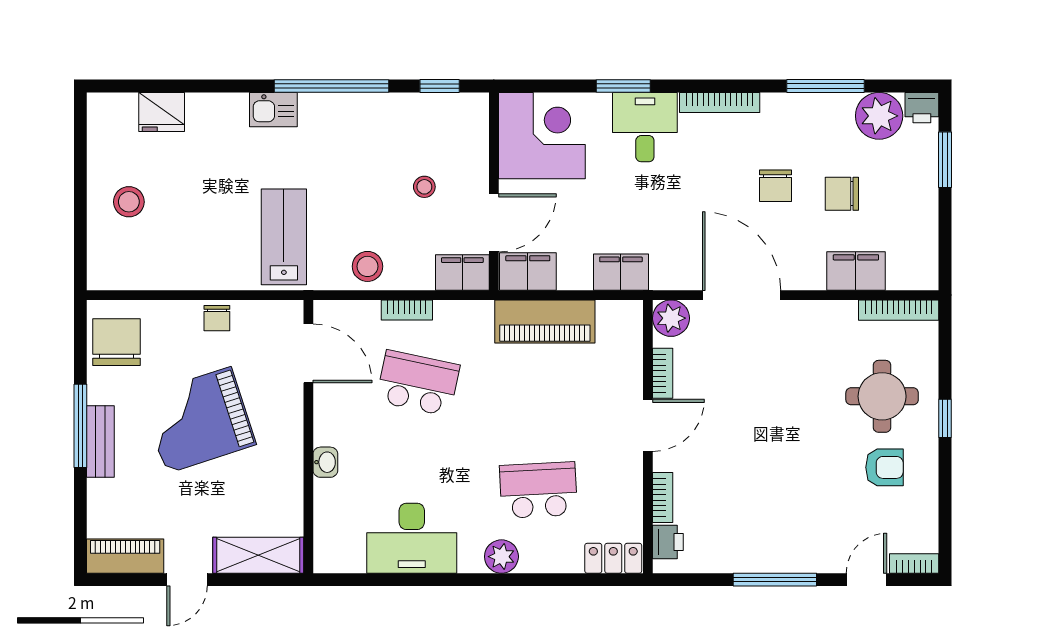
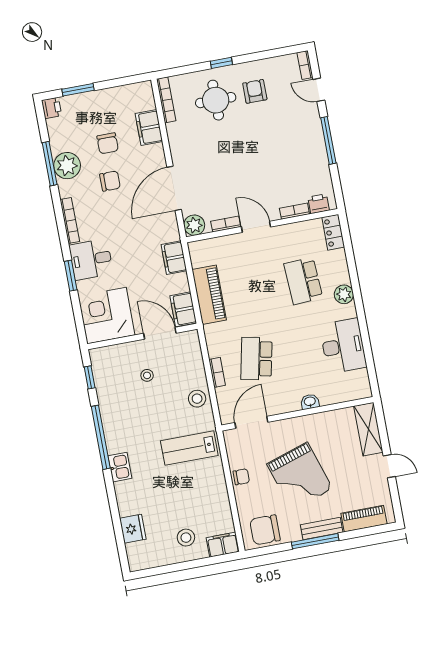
plant: (879, 116) -> (67, 166), moved
filing cabinet: (462, 273) -> (223, 545), moved, turned 90
piano: (125, 556) -> (364, 519), moved, turned 90

